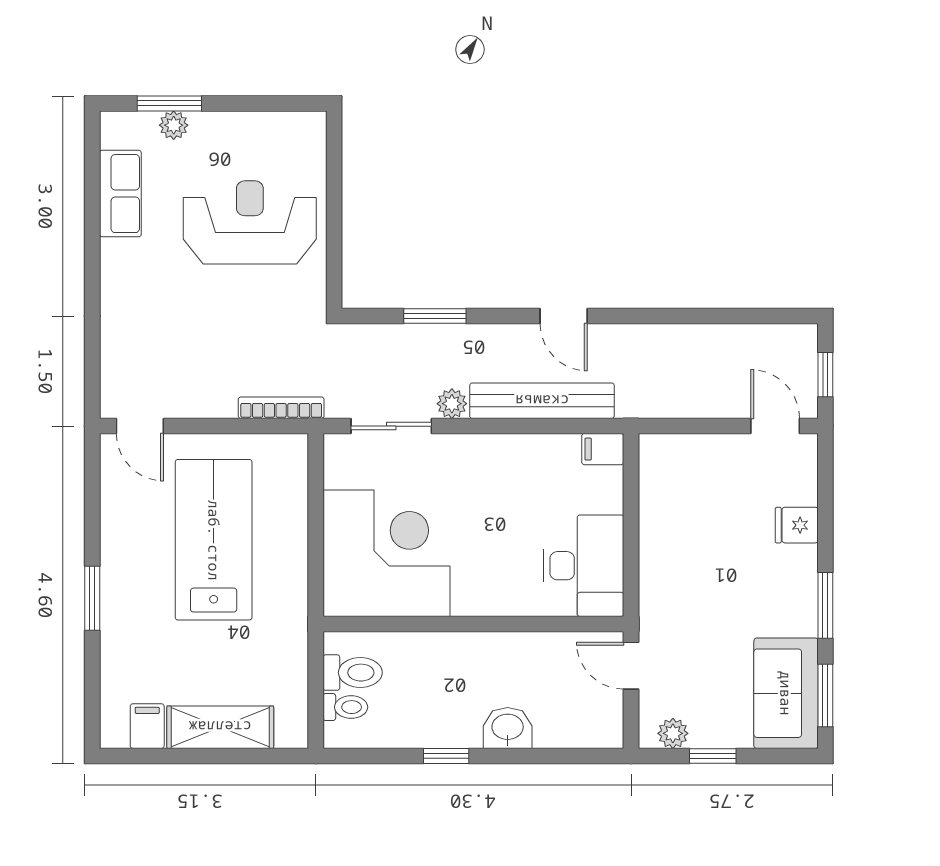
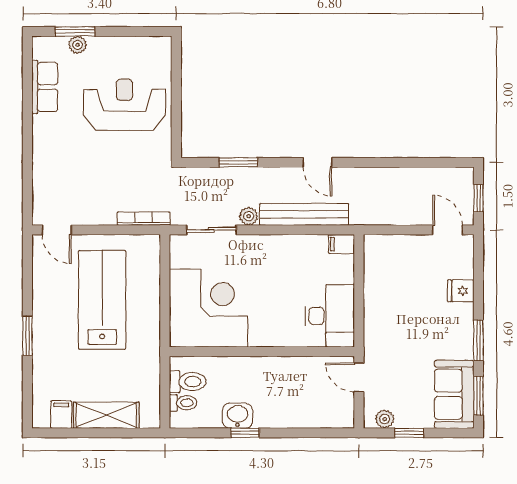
washbasin: (508, 728) -> (238, 416), moved

